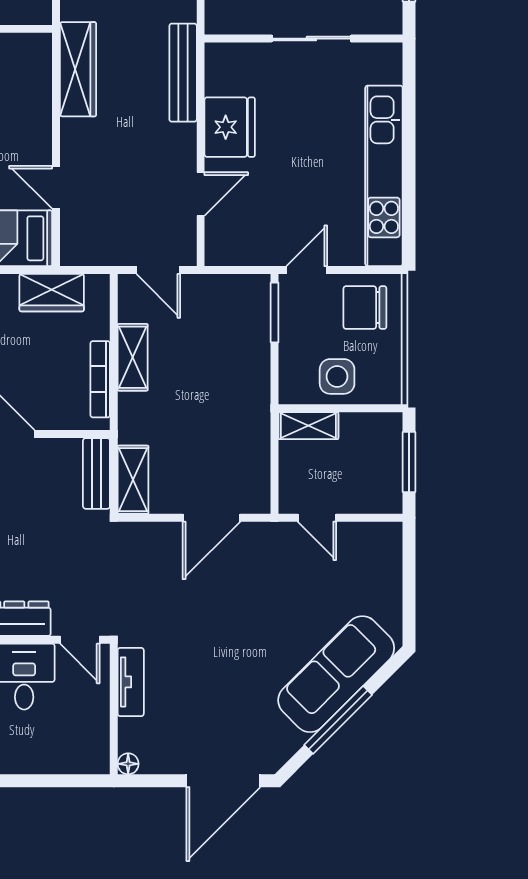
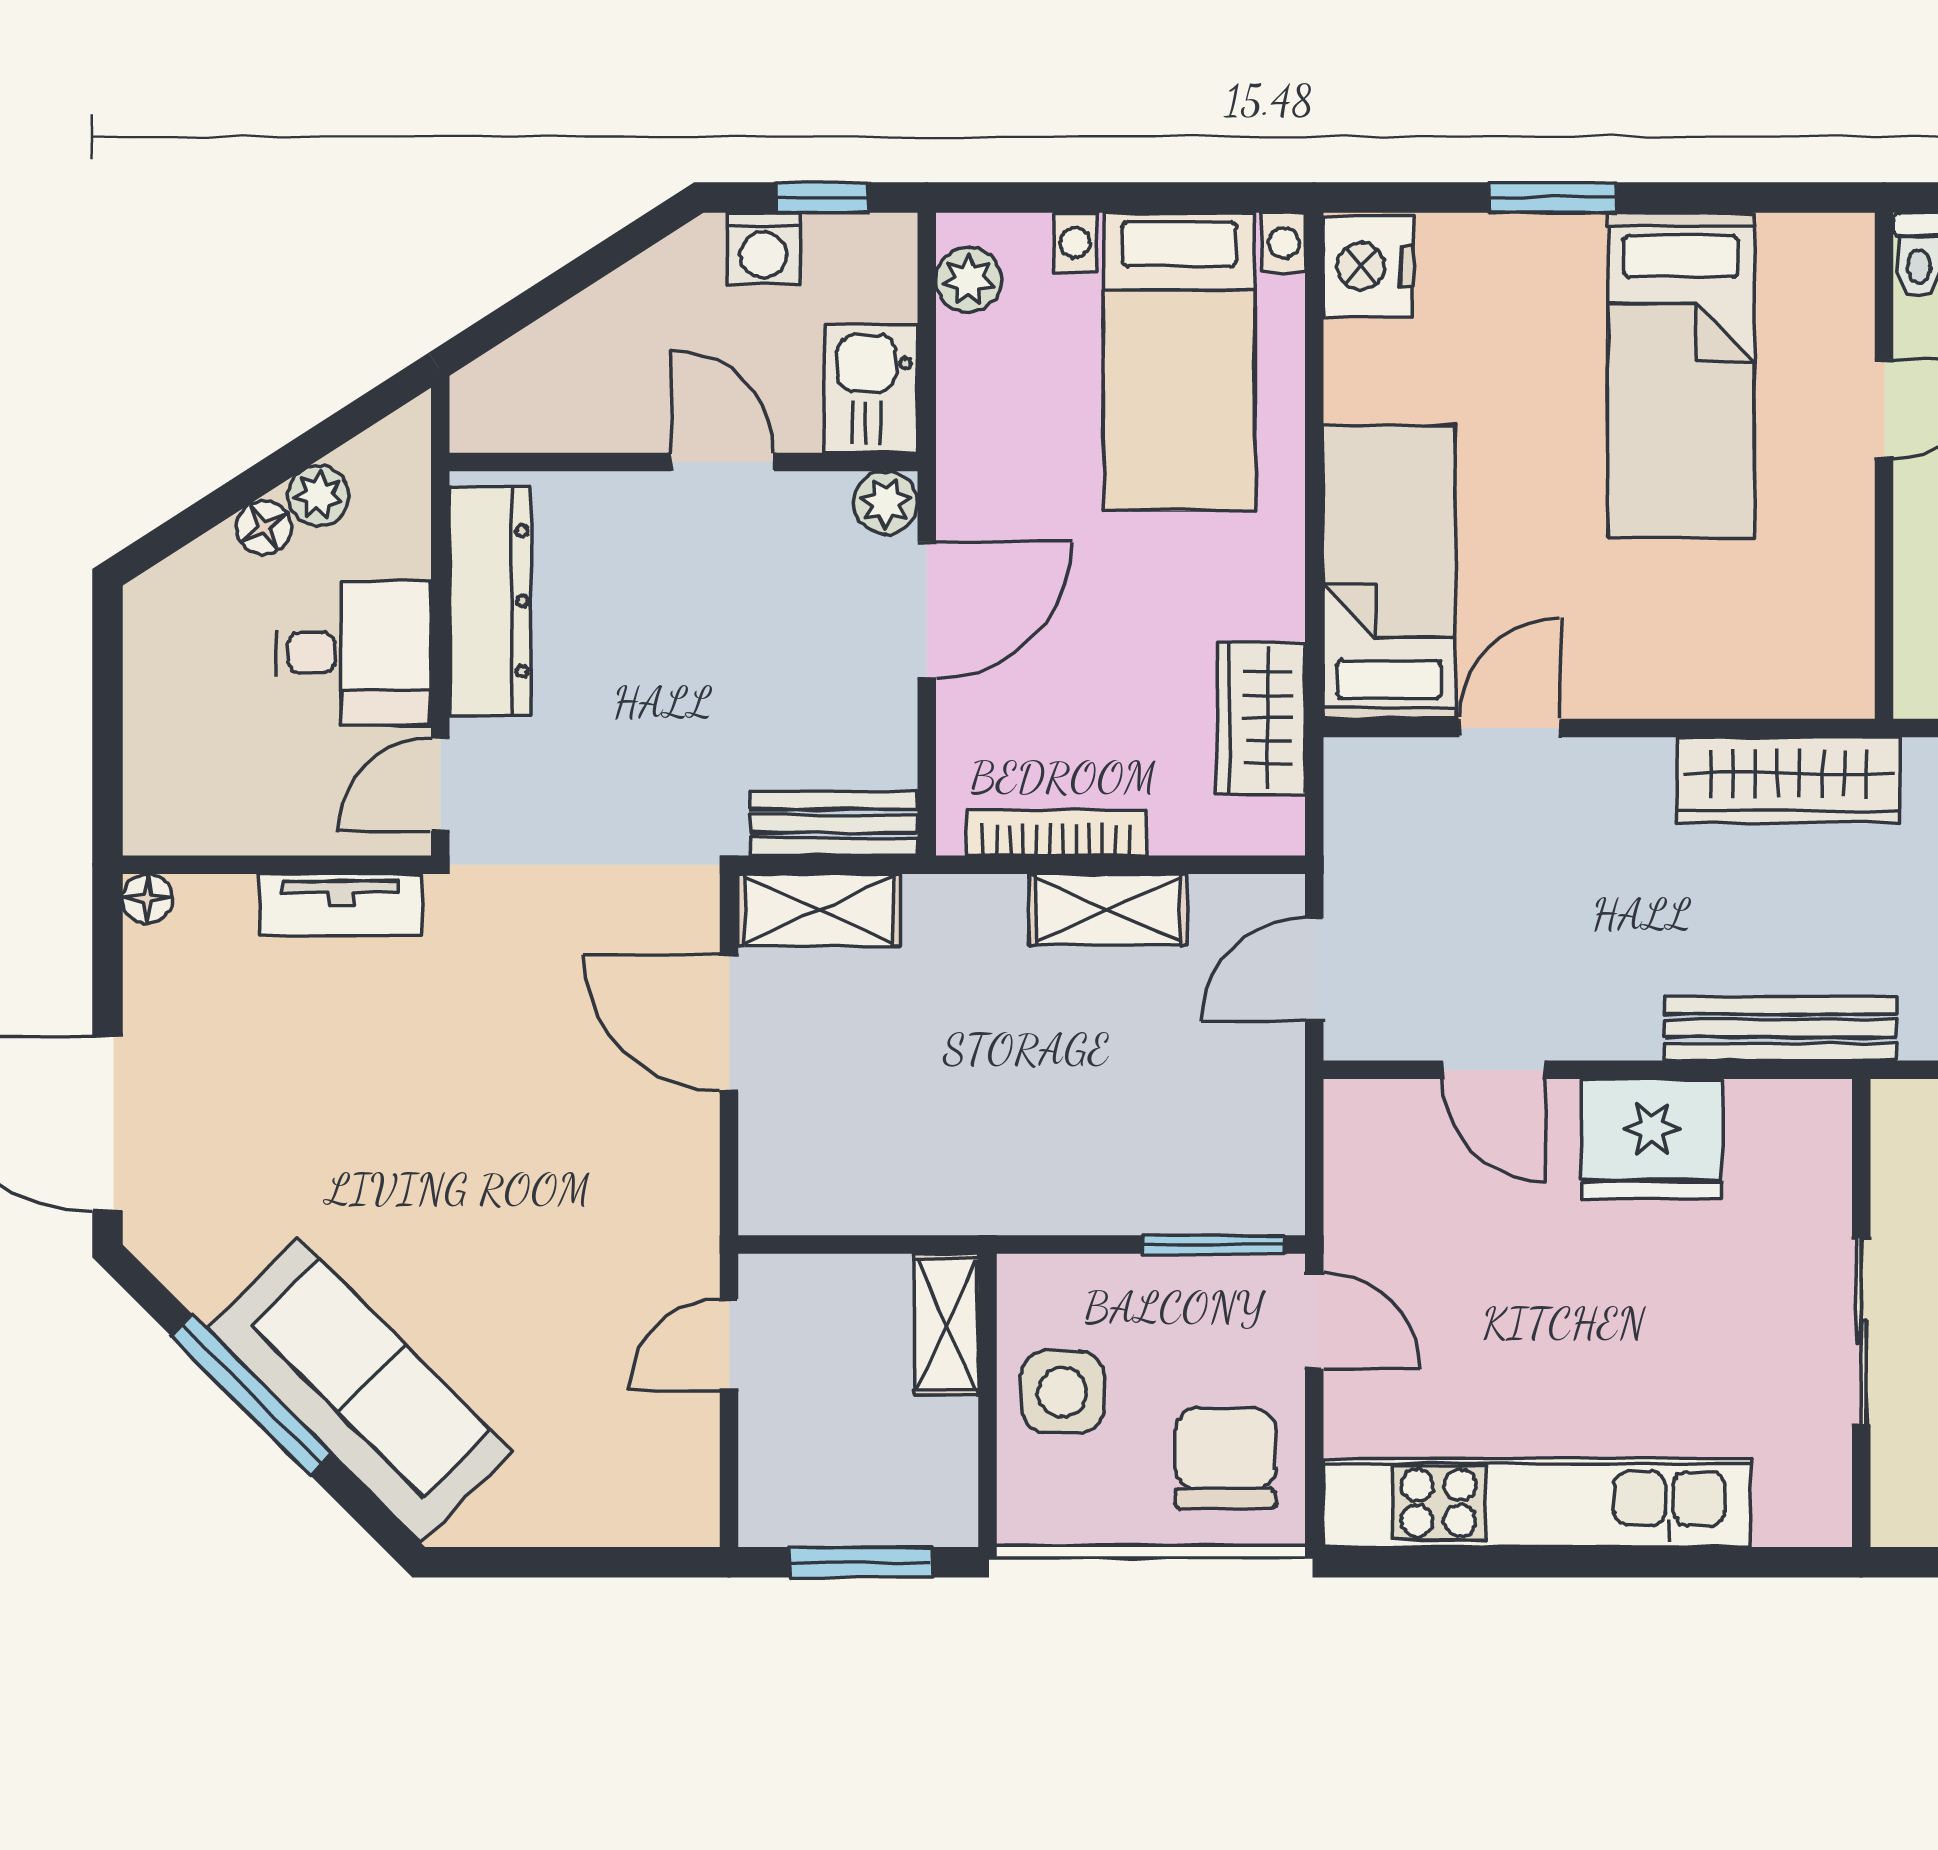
door: (211, 518) -> (729, 1023), moved

